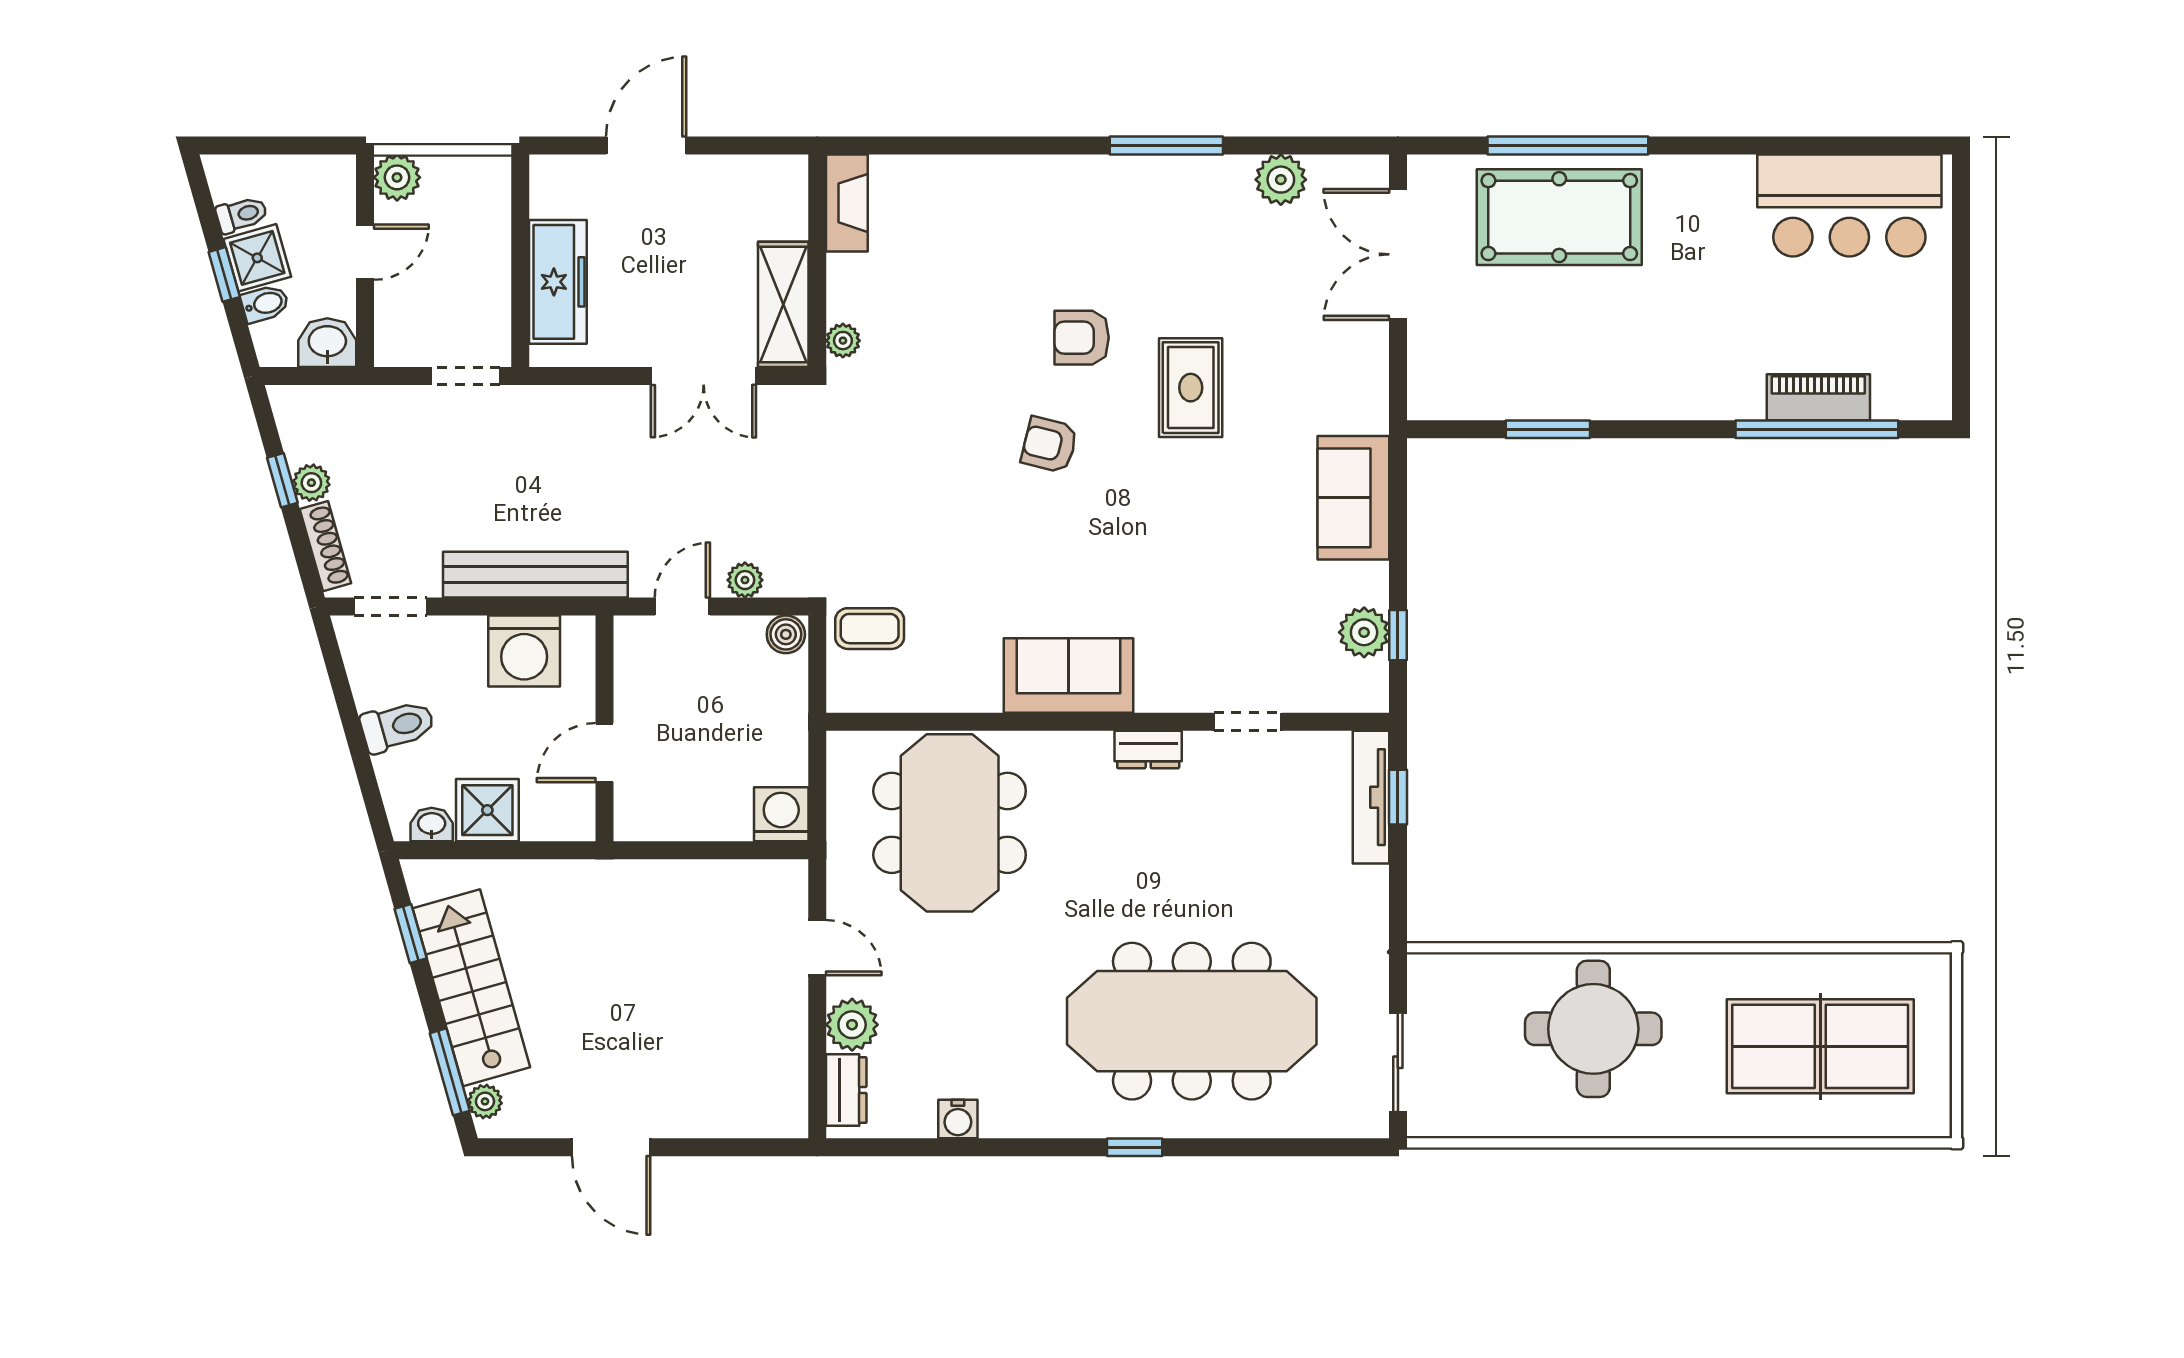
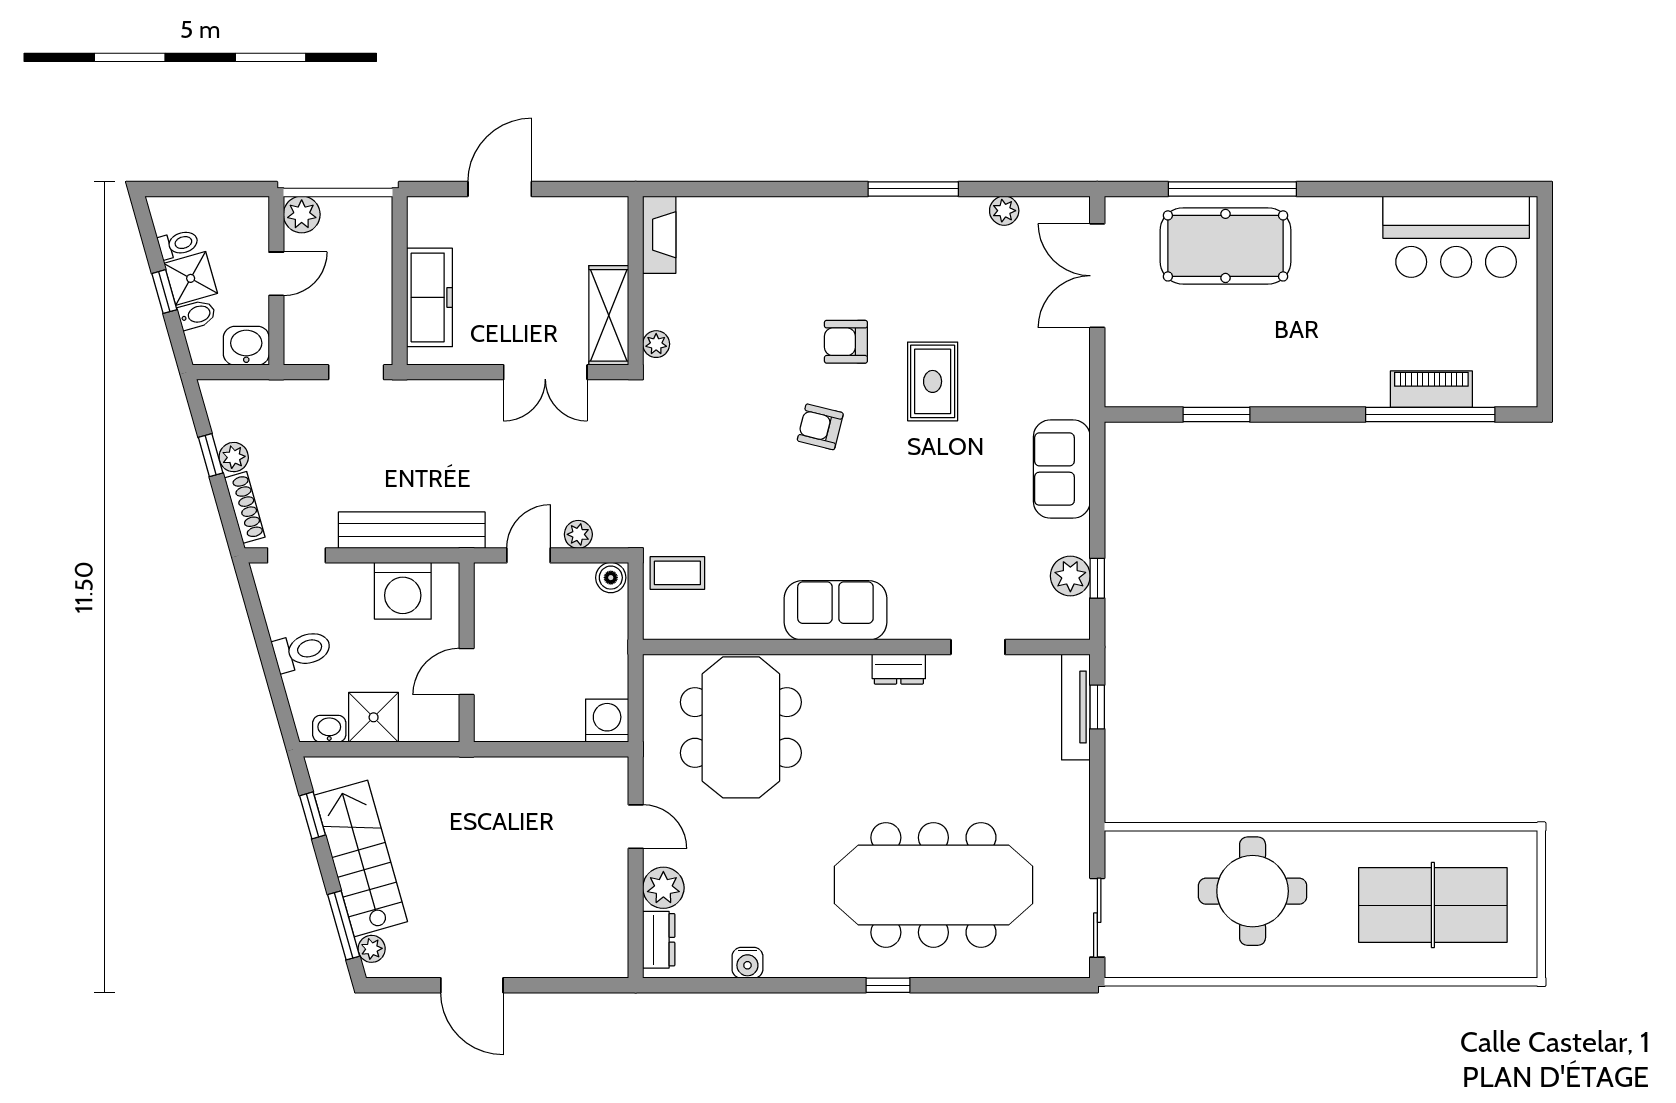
plant: (1281, 180) -> (1004, 211), width x0.73, depth x0.73

